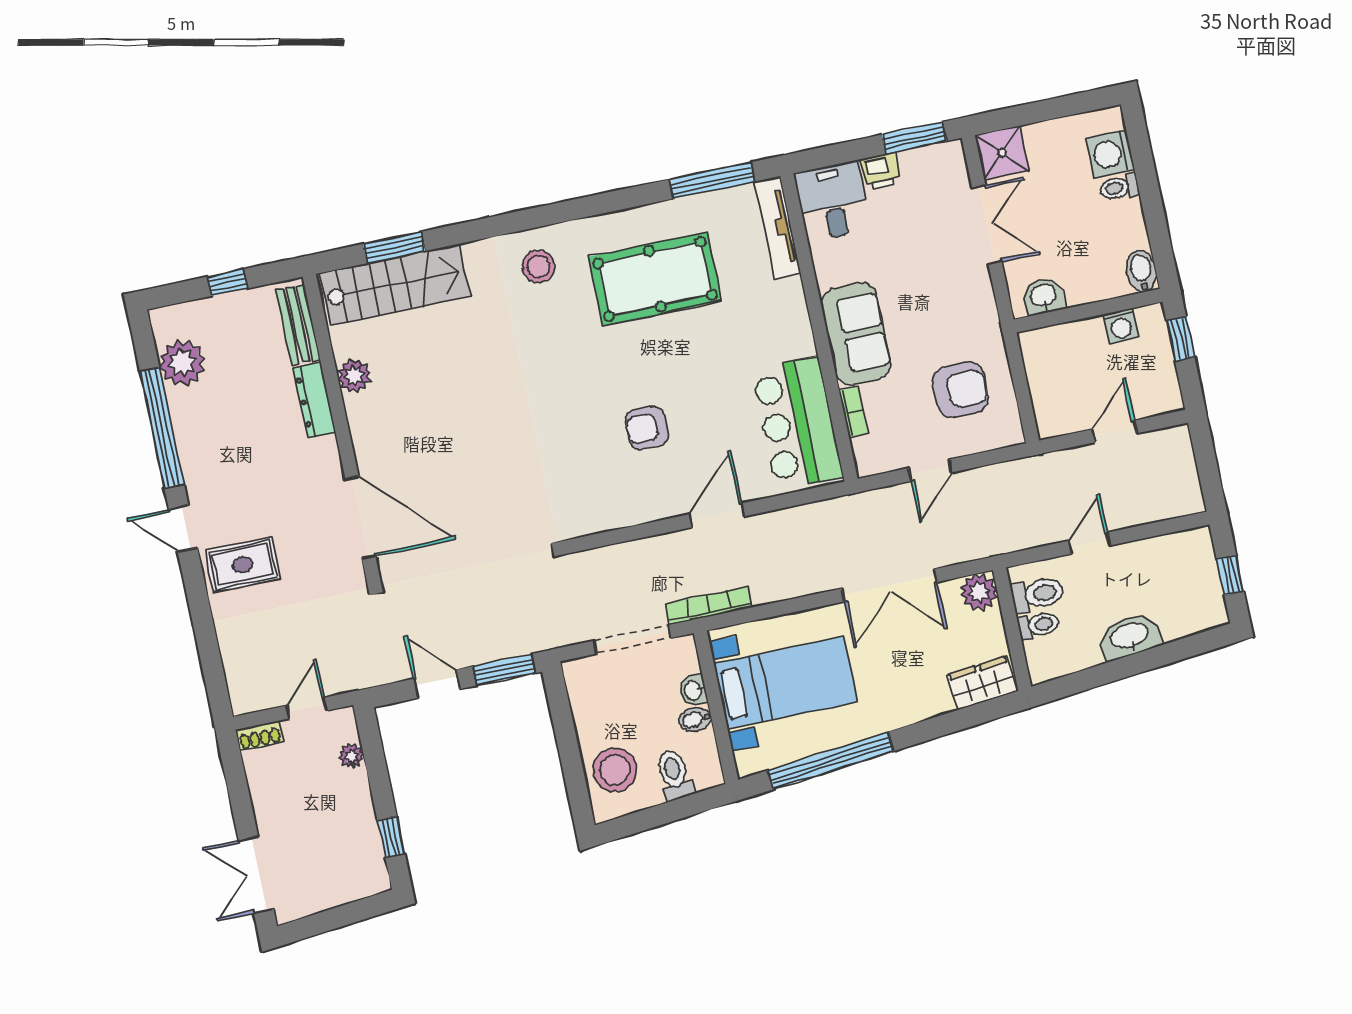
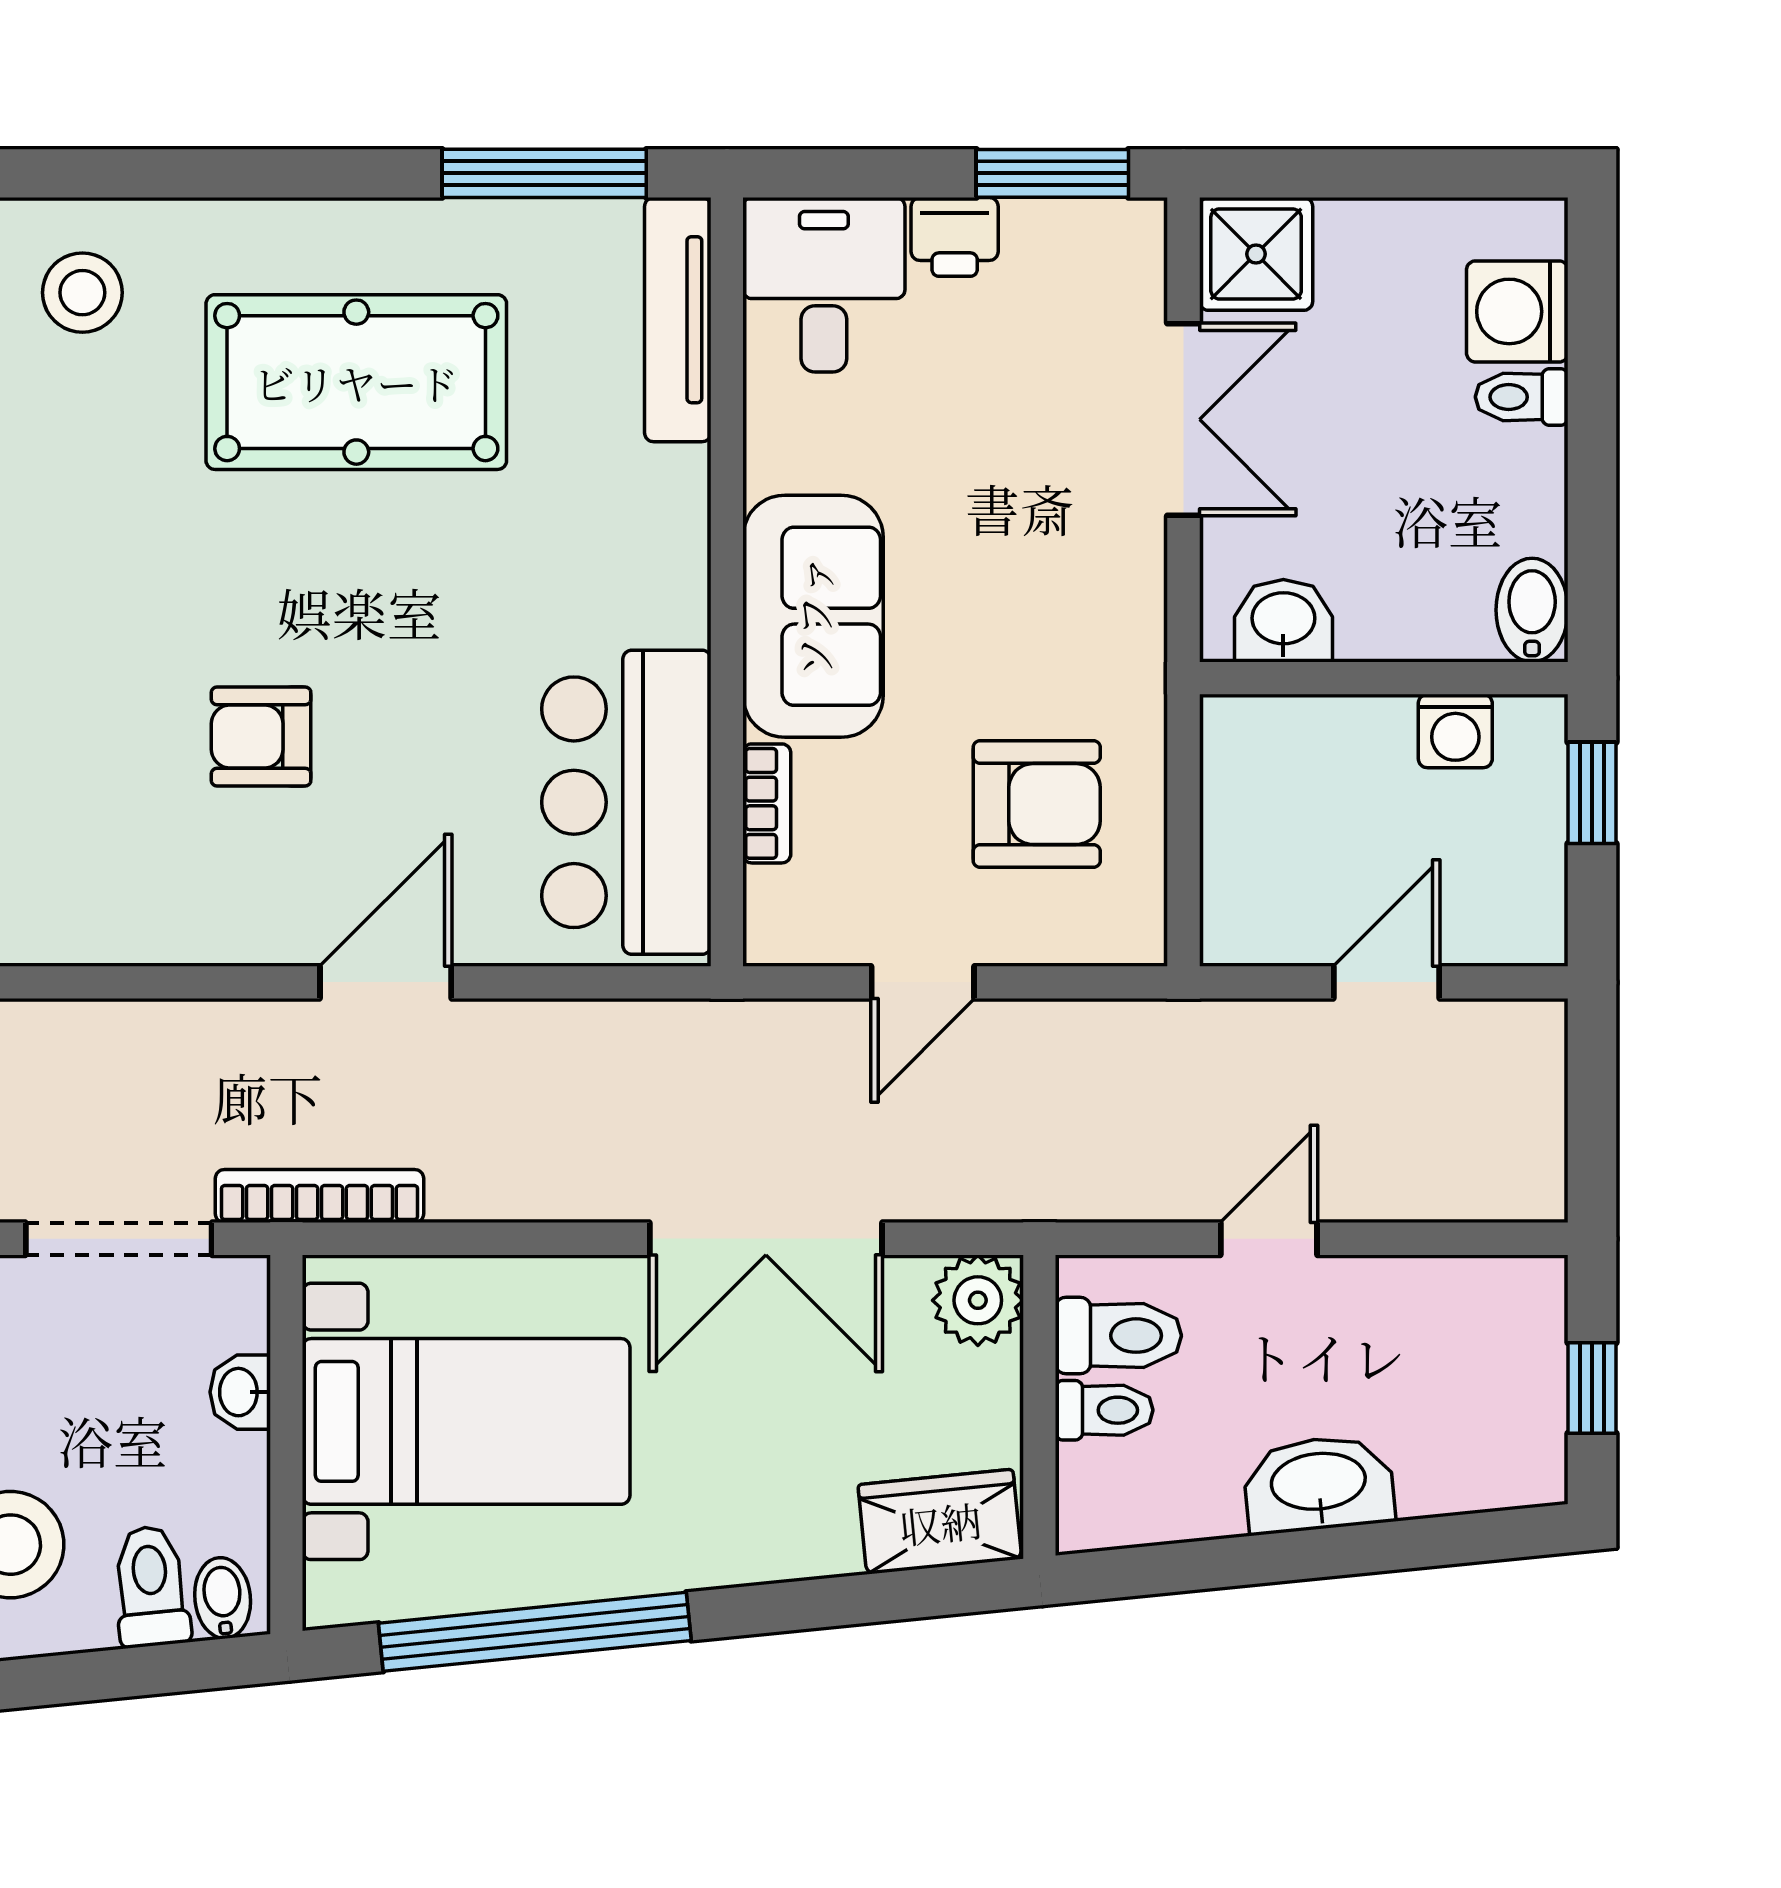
bidet: (695, 719) -> (223, 1598), moved, turned 84

